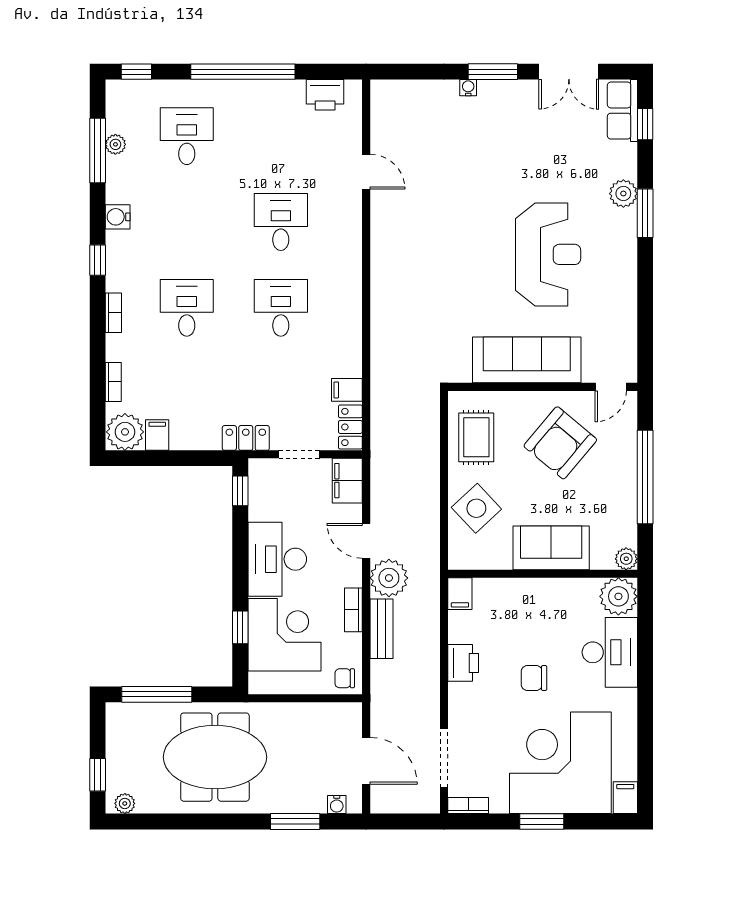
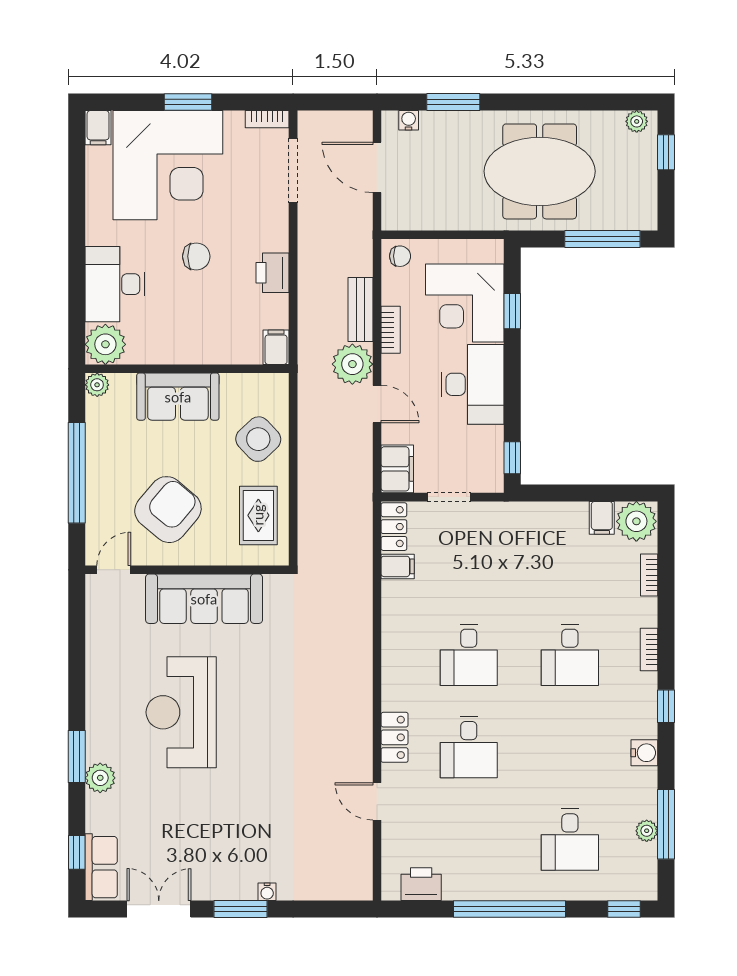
locker: (246, 438) -> (395, 737), moved, turned -90

